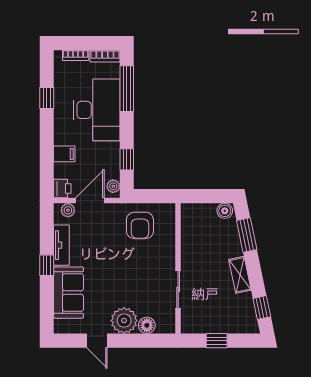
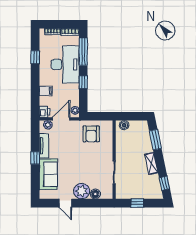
window: (127, 159) -> (83, 82), moved
boiler: (225, 211) -> (124, 125), moved

